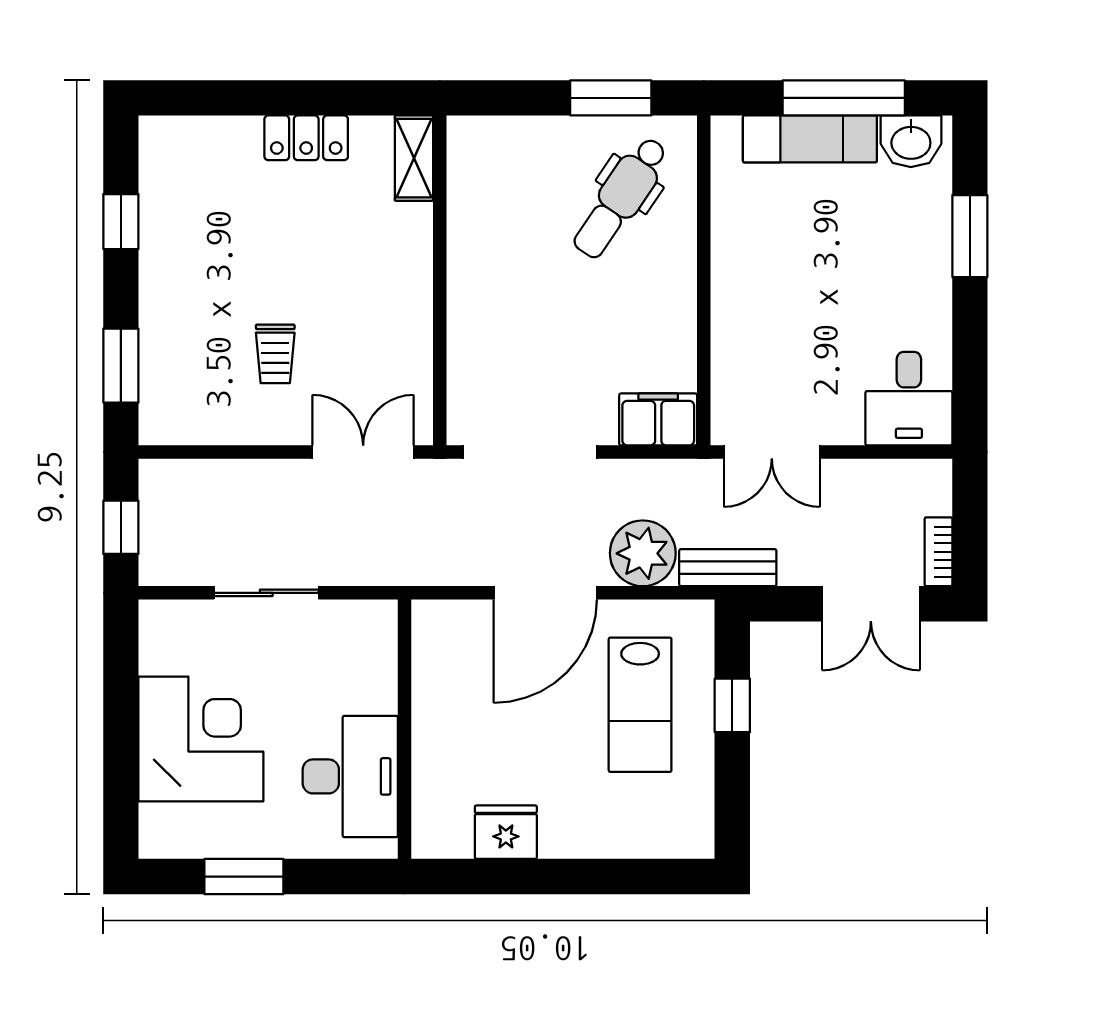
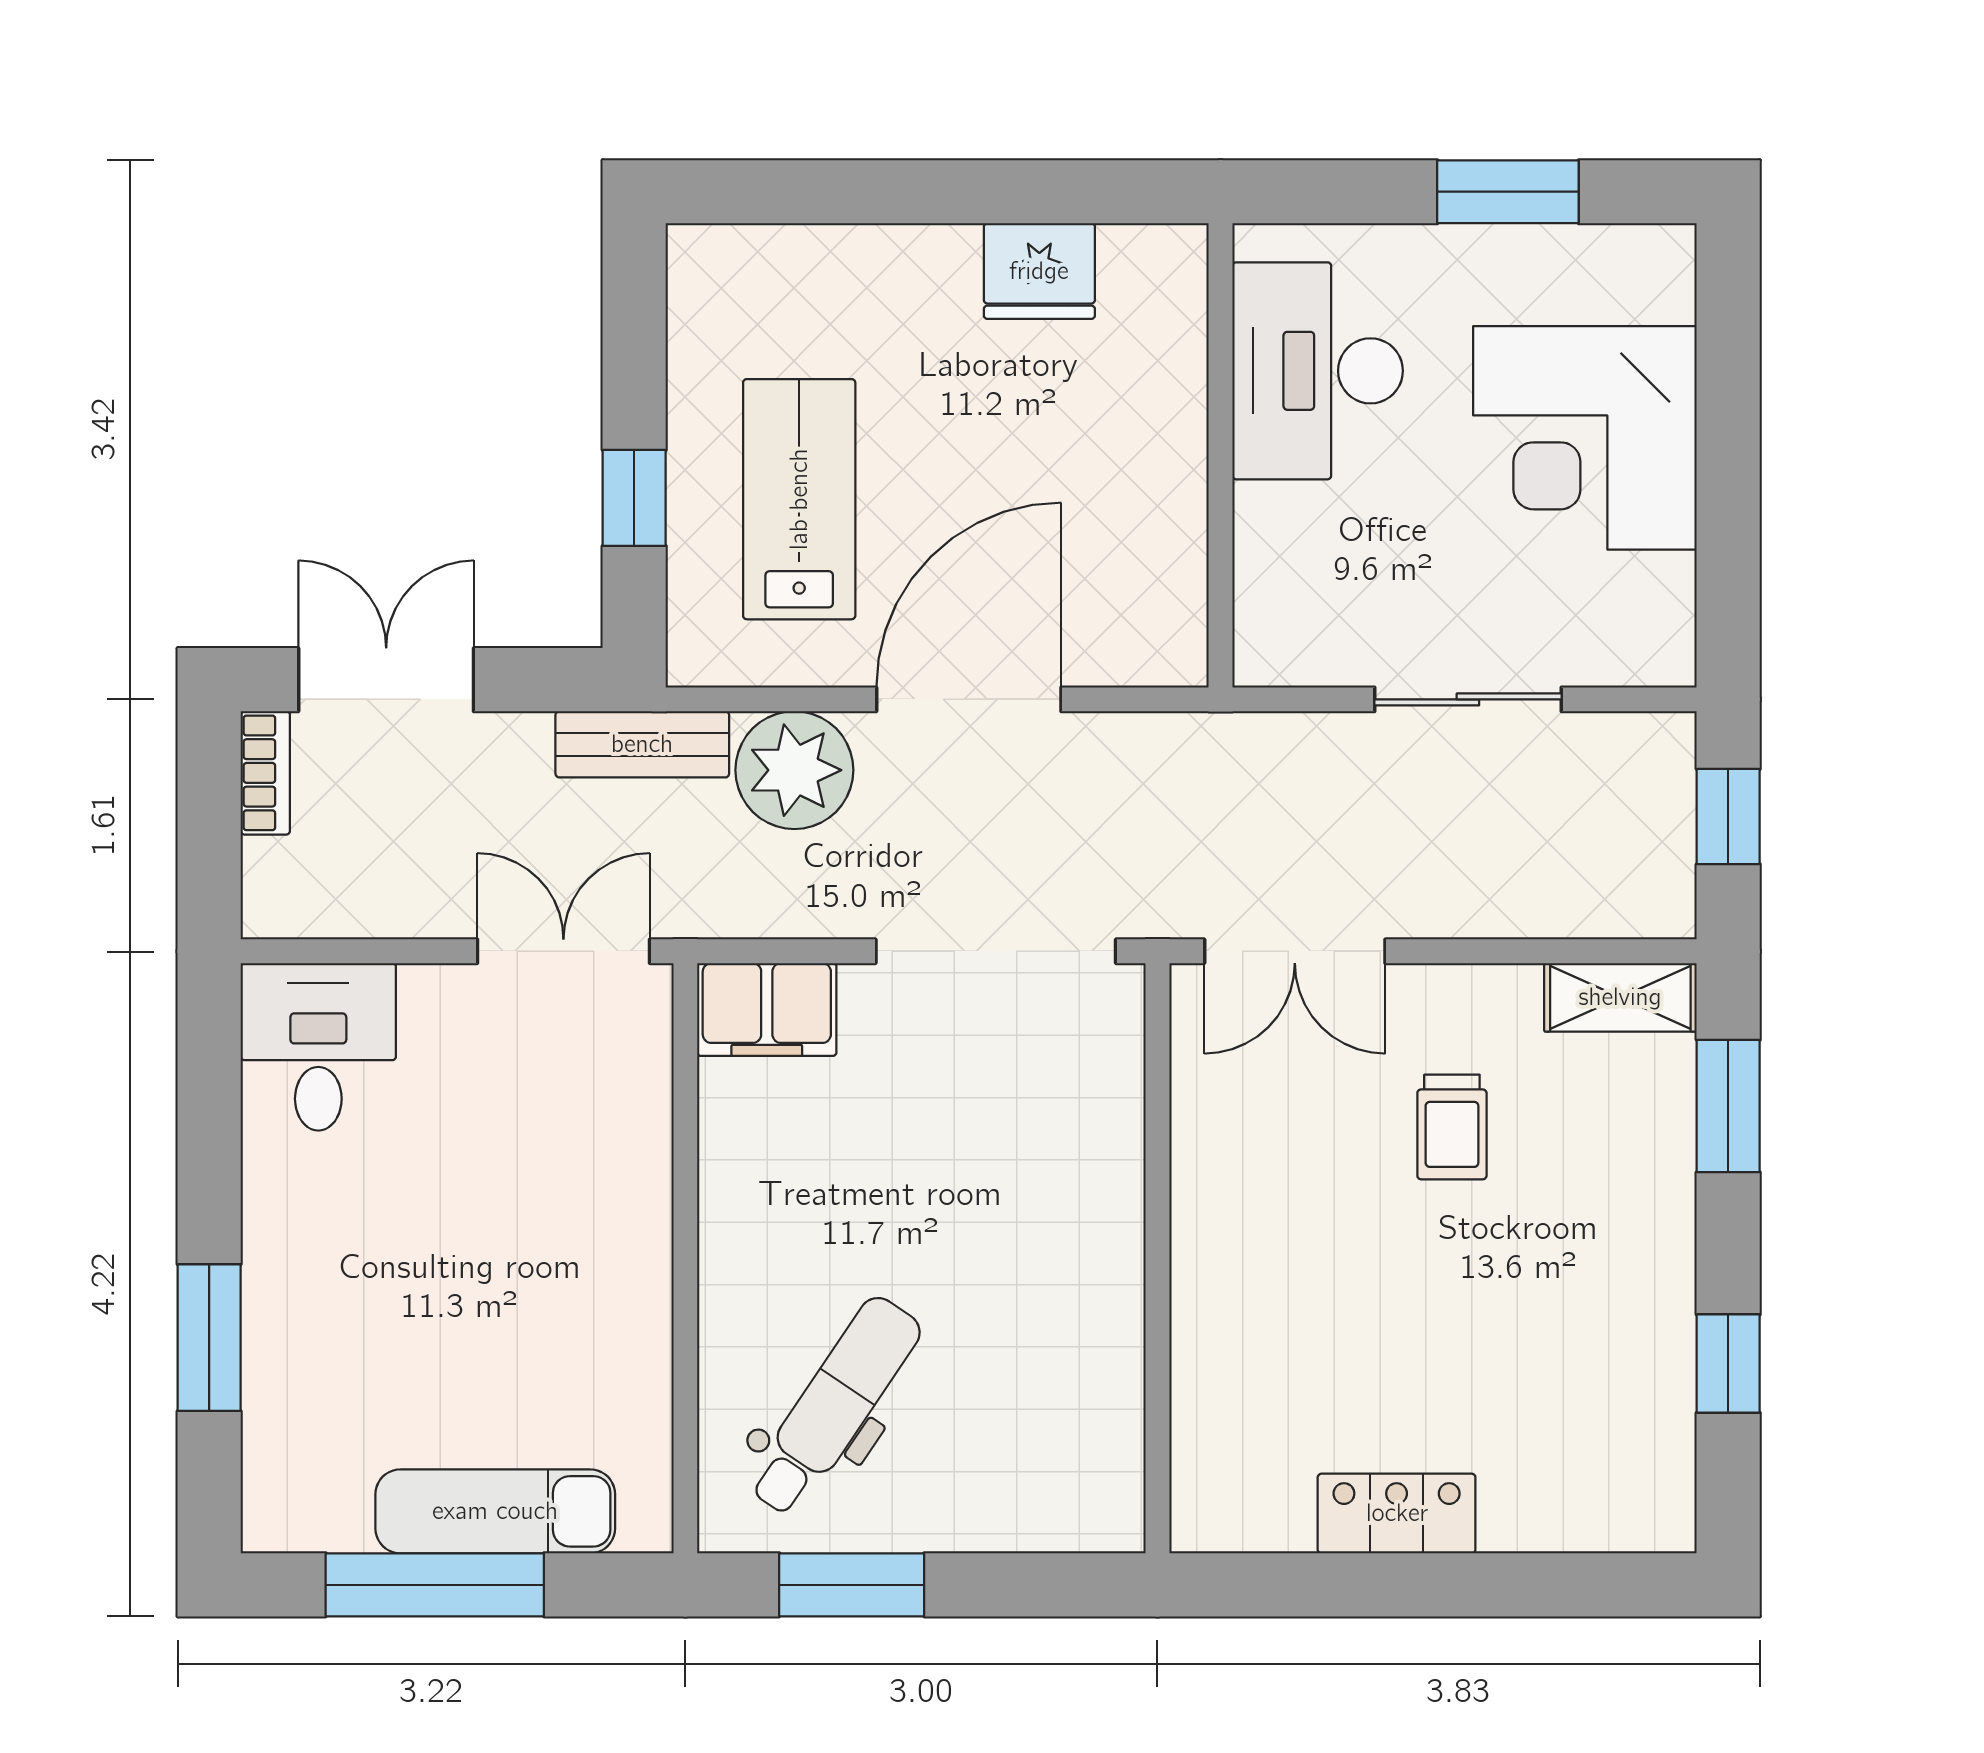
washbasin: (911, 141) -> (315, 1507), removed
shelving: (414, 158) -> (1620, 997), moved, turned 90
trolley: (275, 354) -> (1452, 1127), turned 180

